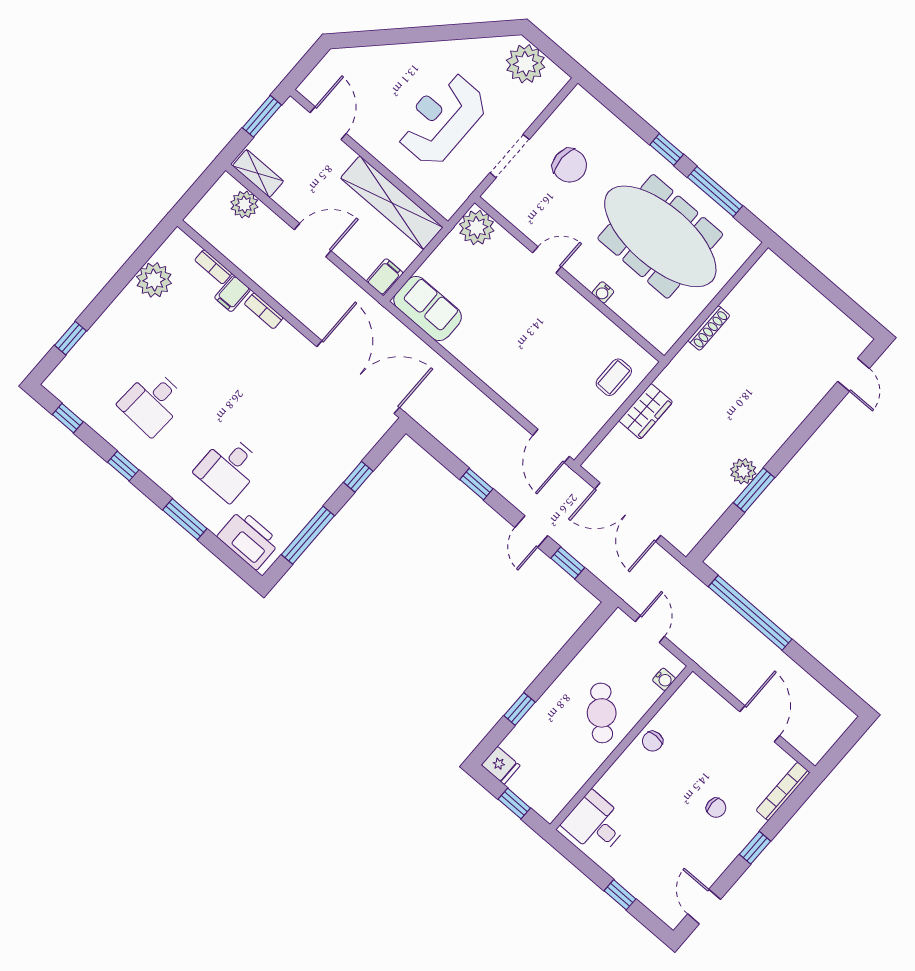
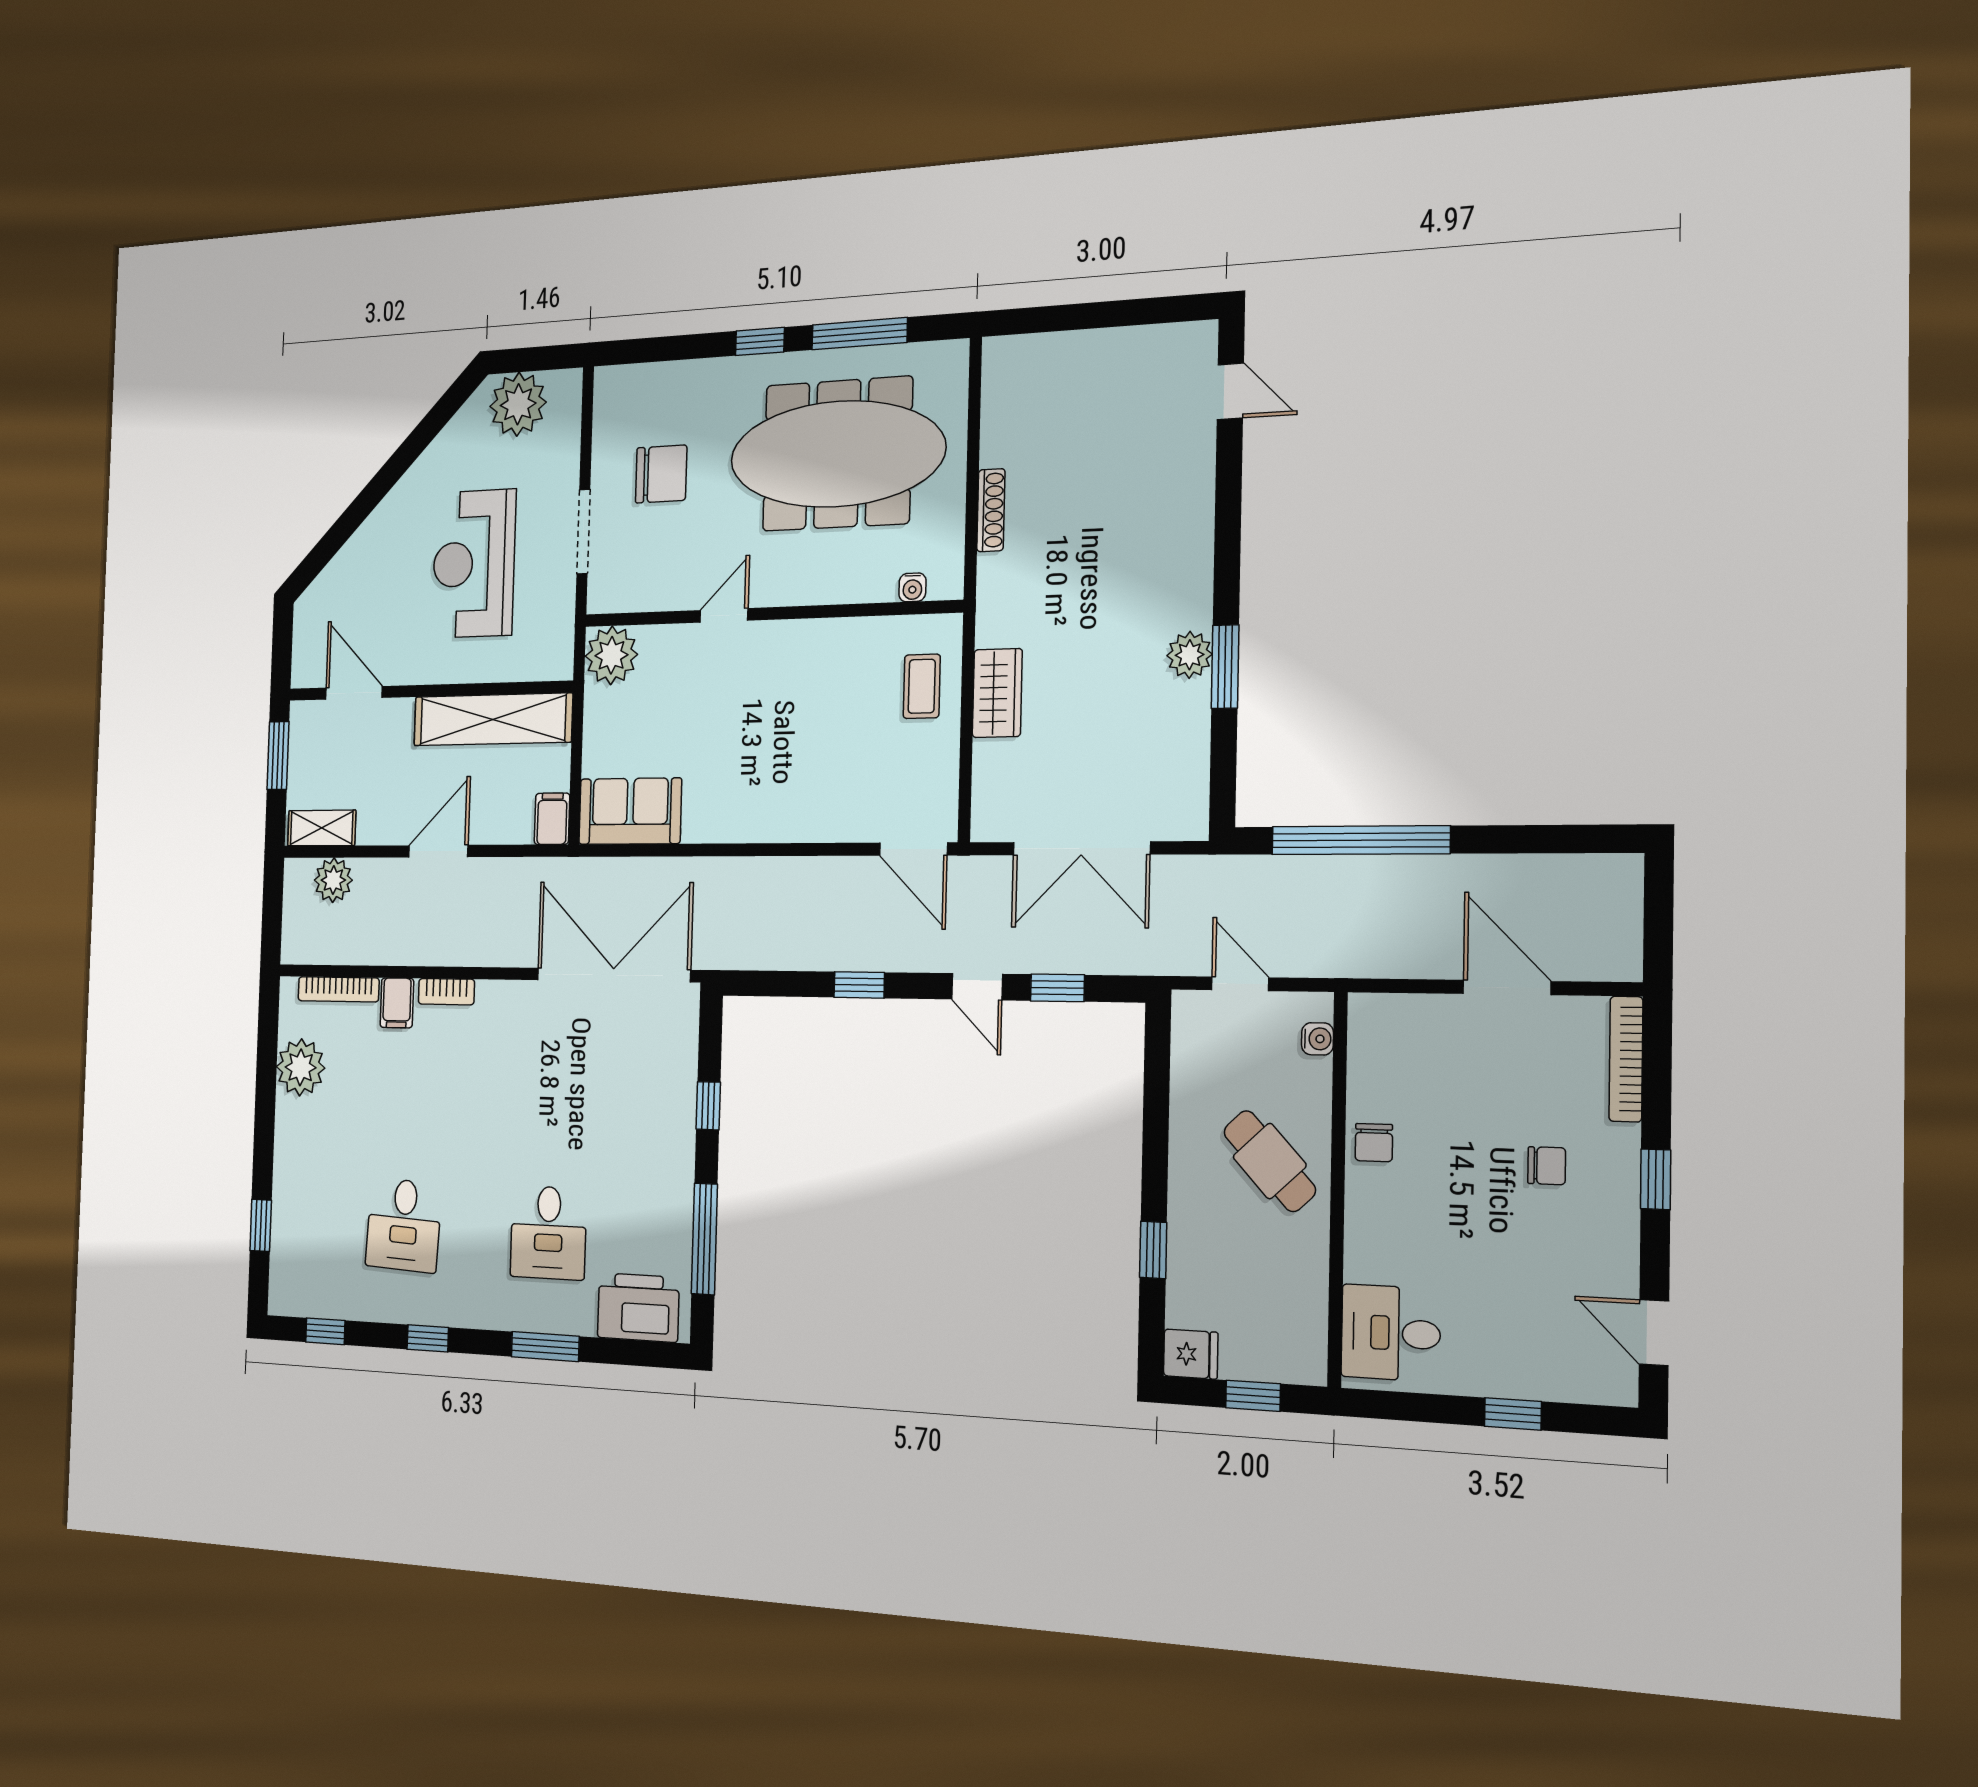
bookcase: (213, 267) -> (338, 989), width x1.56
water cooler: (603, 292) -> (912, 587), moved

